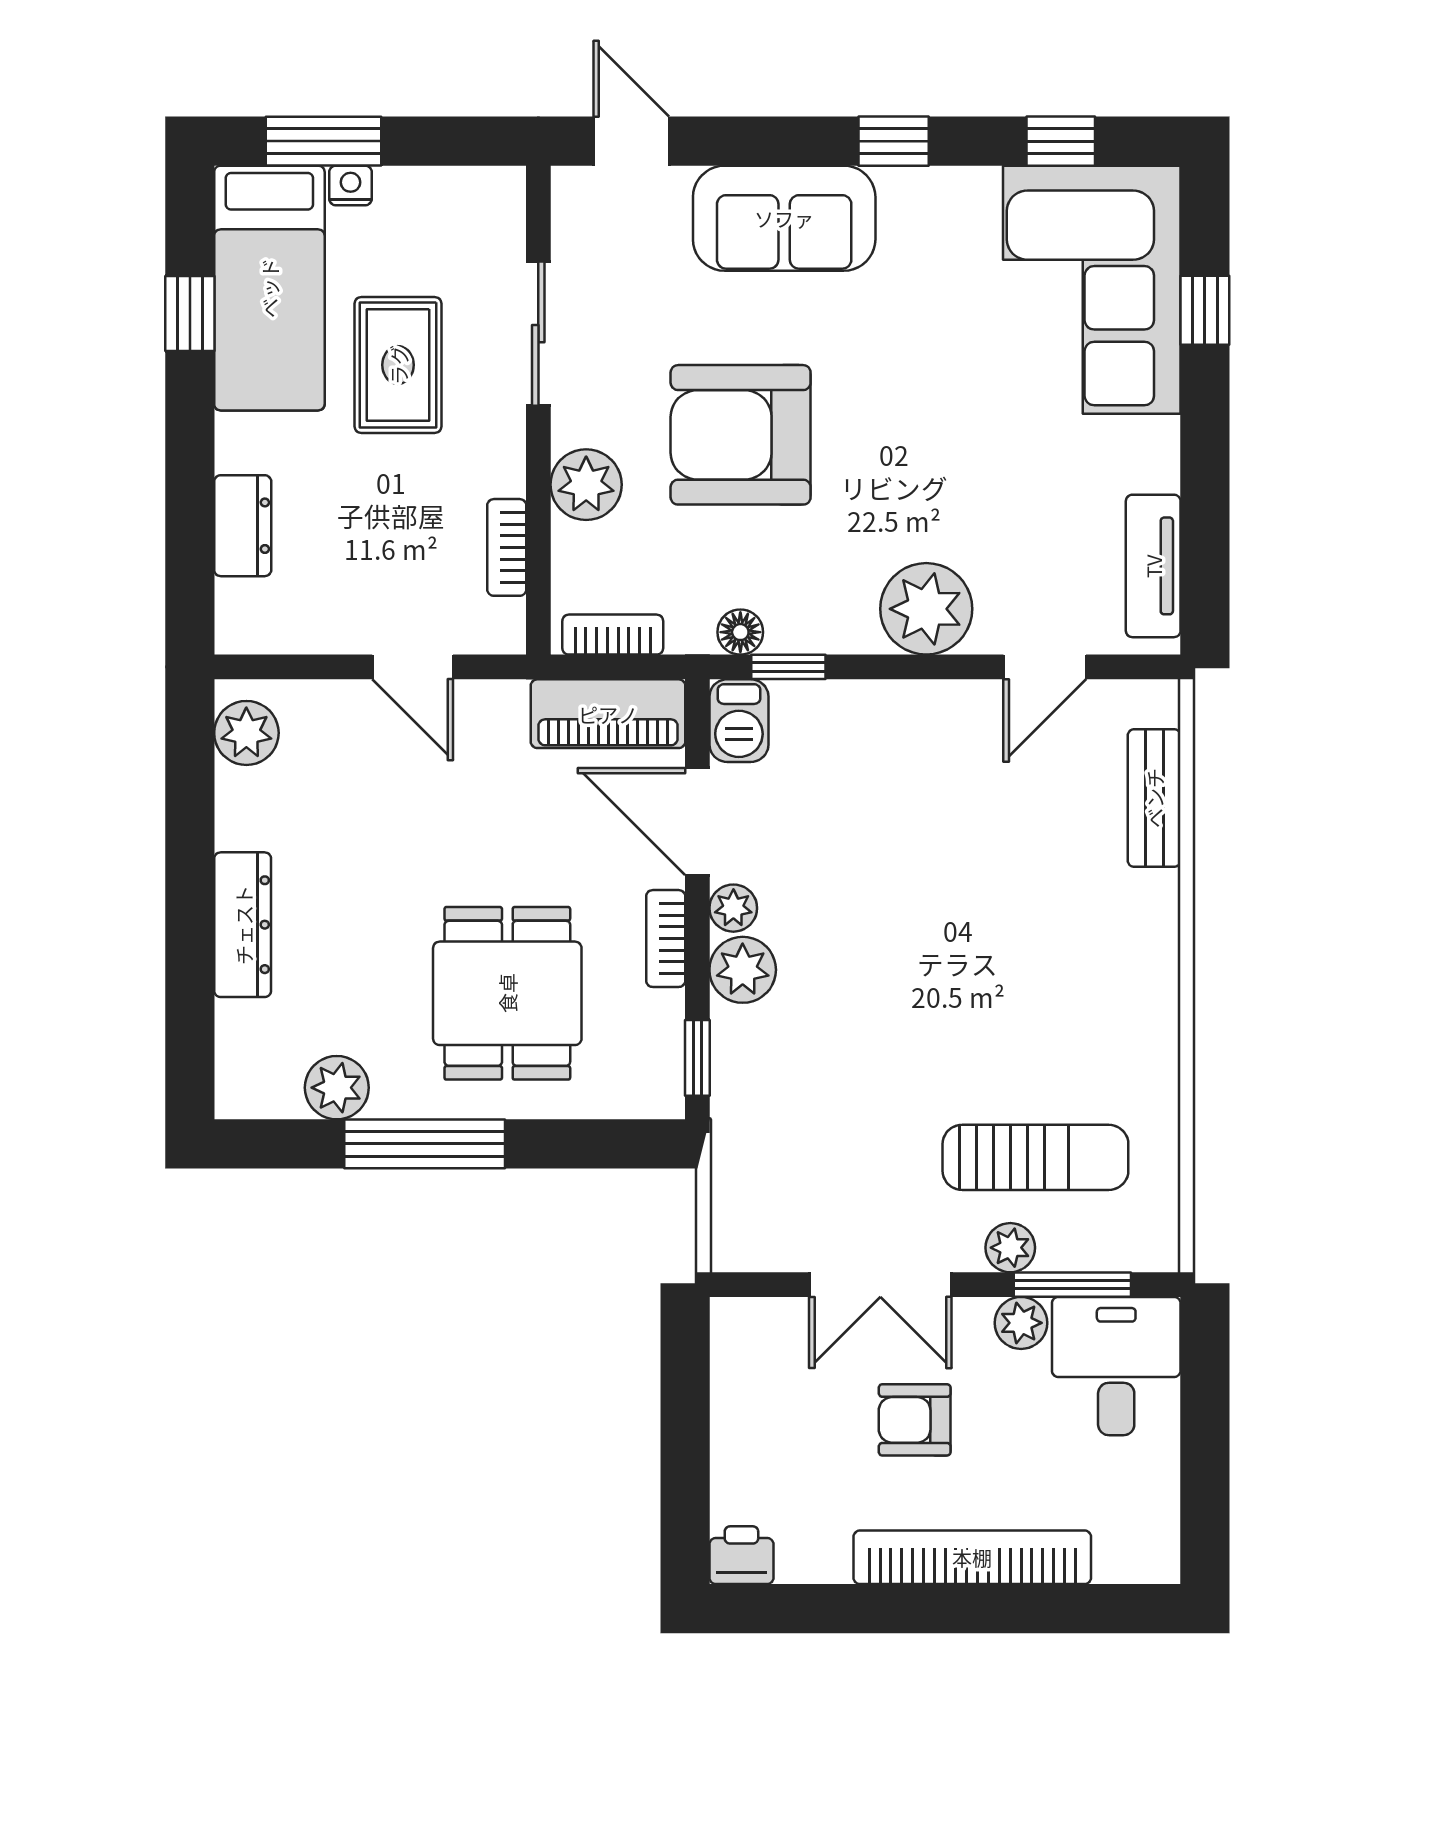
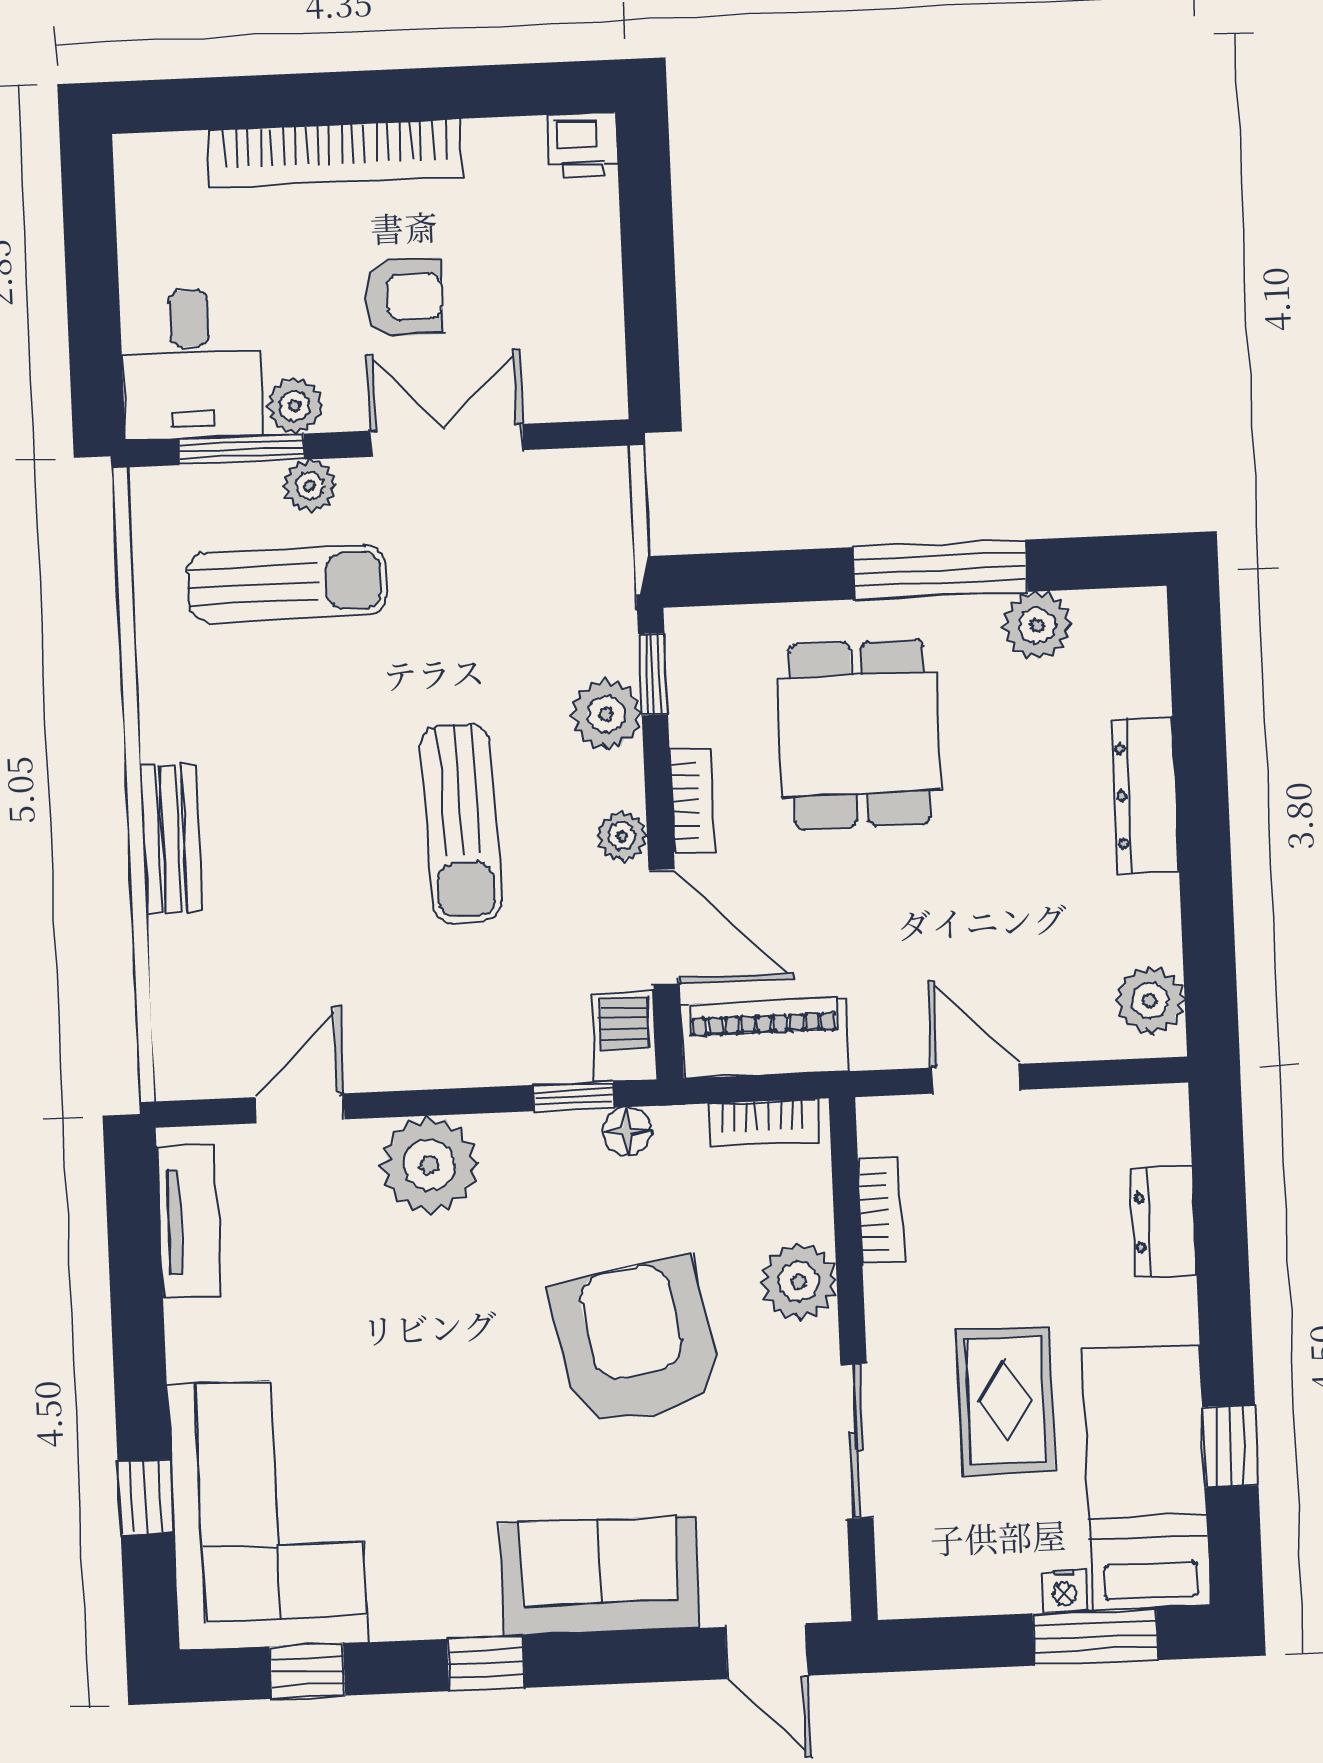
armchair: (741, 435) -> (636, 1342), turned -101
bench: (1154, 798) -> (171, 839), moved
sun lounger: (883, 926) -> (461, 824), added
plant: (743, 970) -> (606, 714), moved
sun lounger: (1035, 1157) -> (287, 584), turned 180

